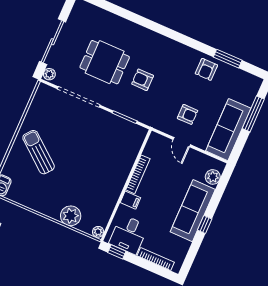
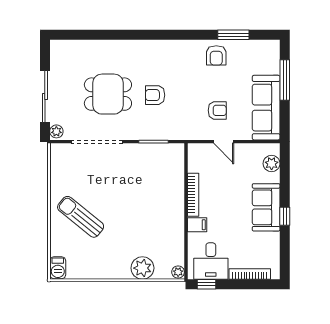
sofa: (193, 211) -> (266, 207), width x0.73

